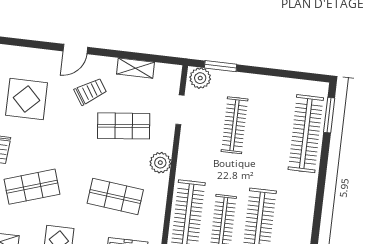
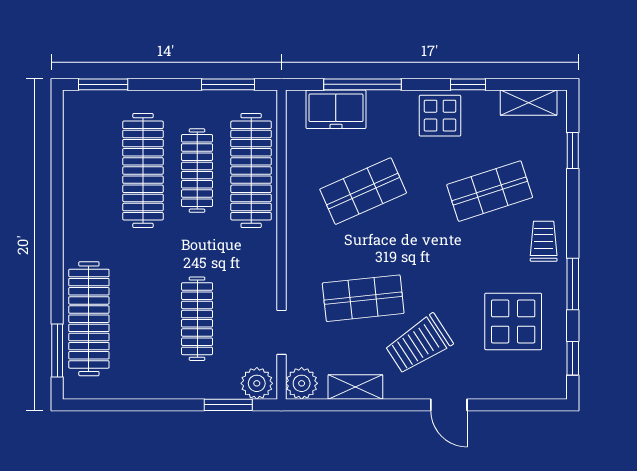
door: (75, 49) -> (449, 405), swing flipped
trolley: (90, 91) -> (419, 344), width x1.36, depth x1.39
plant: (160, 163) -> (302, 383), moved
shop shelf: (115, 197) -> (363, 191), turned -30

